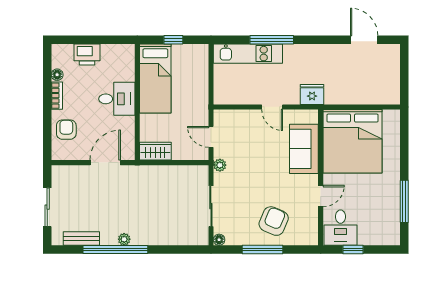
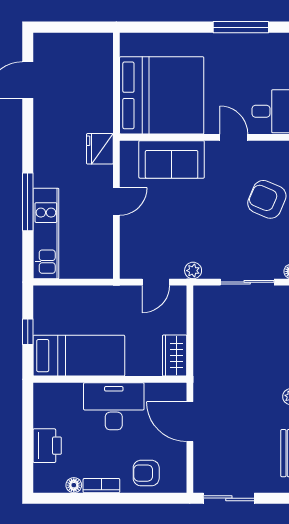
desk: (117, 99) -> (114, 406), width x1.37
sliding door: (47, 207) -> (229, 498), moved

